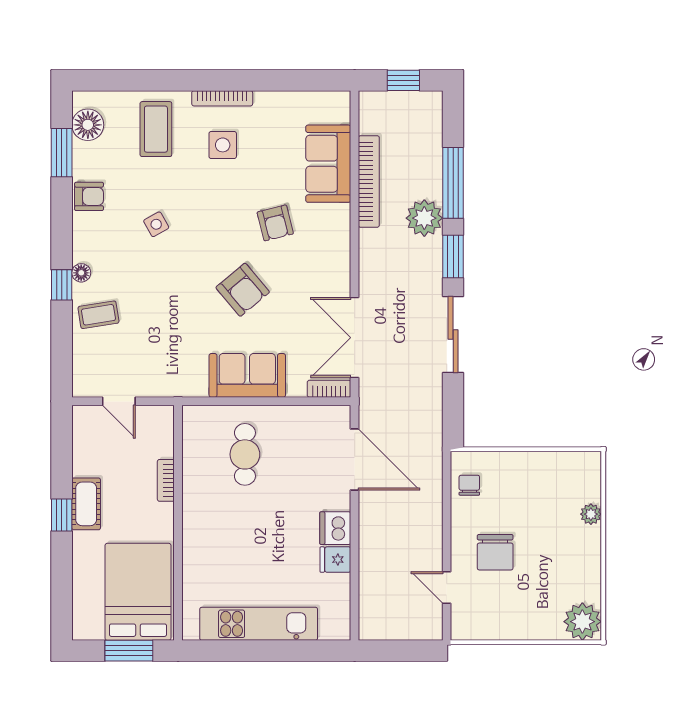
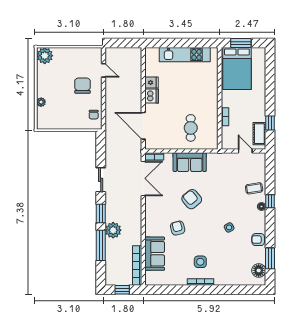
coffee table: (156, 129) -> (229, 269), removed
bookcase: (369, 181) -> (137, 265), moved
sliding door: (453, 334) -> (101, 180), width x0.73
cot: (86, 504) -> (259, 134), moved
window: (62, 515) -> (270, 123), moved

